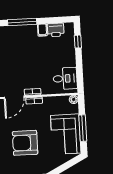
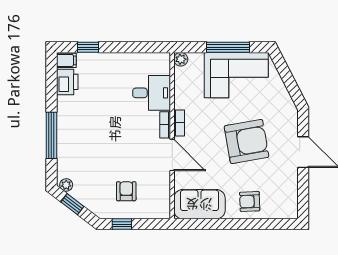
filing cabinet: (42, 30) -> (66, 60), moved
desk: (65, 78) -> (152, 93), moved, turned 90
armchair: (25, 143) -> (247, 142), turned -100

